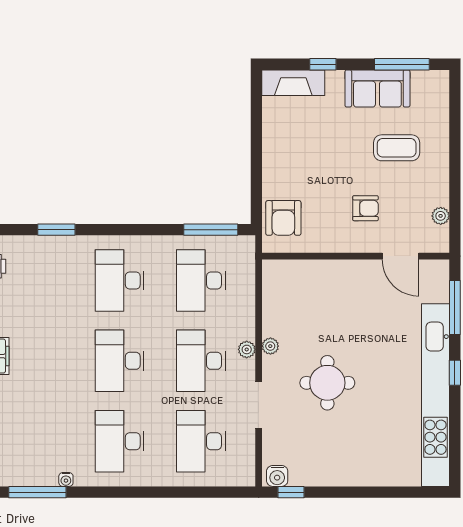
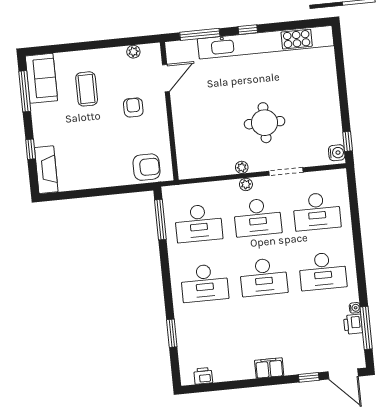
sofa: (377, 88) -> (41, 78), moved
printer: (44, 475) -> (353, 324), added

